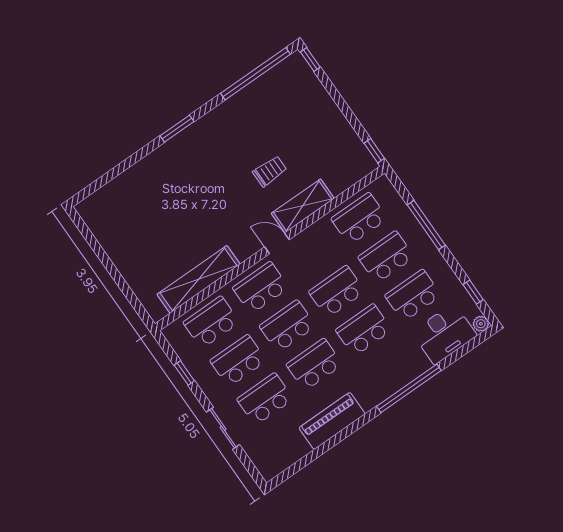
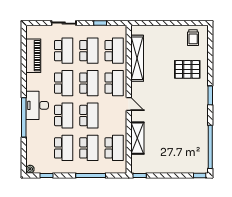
trolley: (270, 171) -> (193, 38), moved
pallet: (162, 191) -> (187, 69), added
shelving: (303, 206) -> (137, 138), moved
door: (277, 243) -> (129, 104), hinge flipped
desk: (444, 334) -> (37, 105), moved
piano: (332, 421) -> (33, 56), moved

